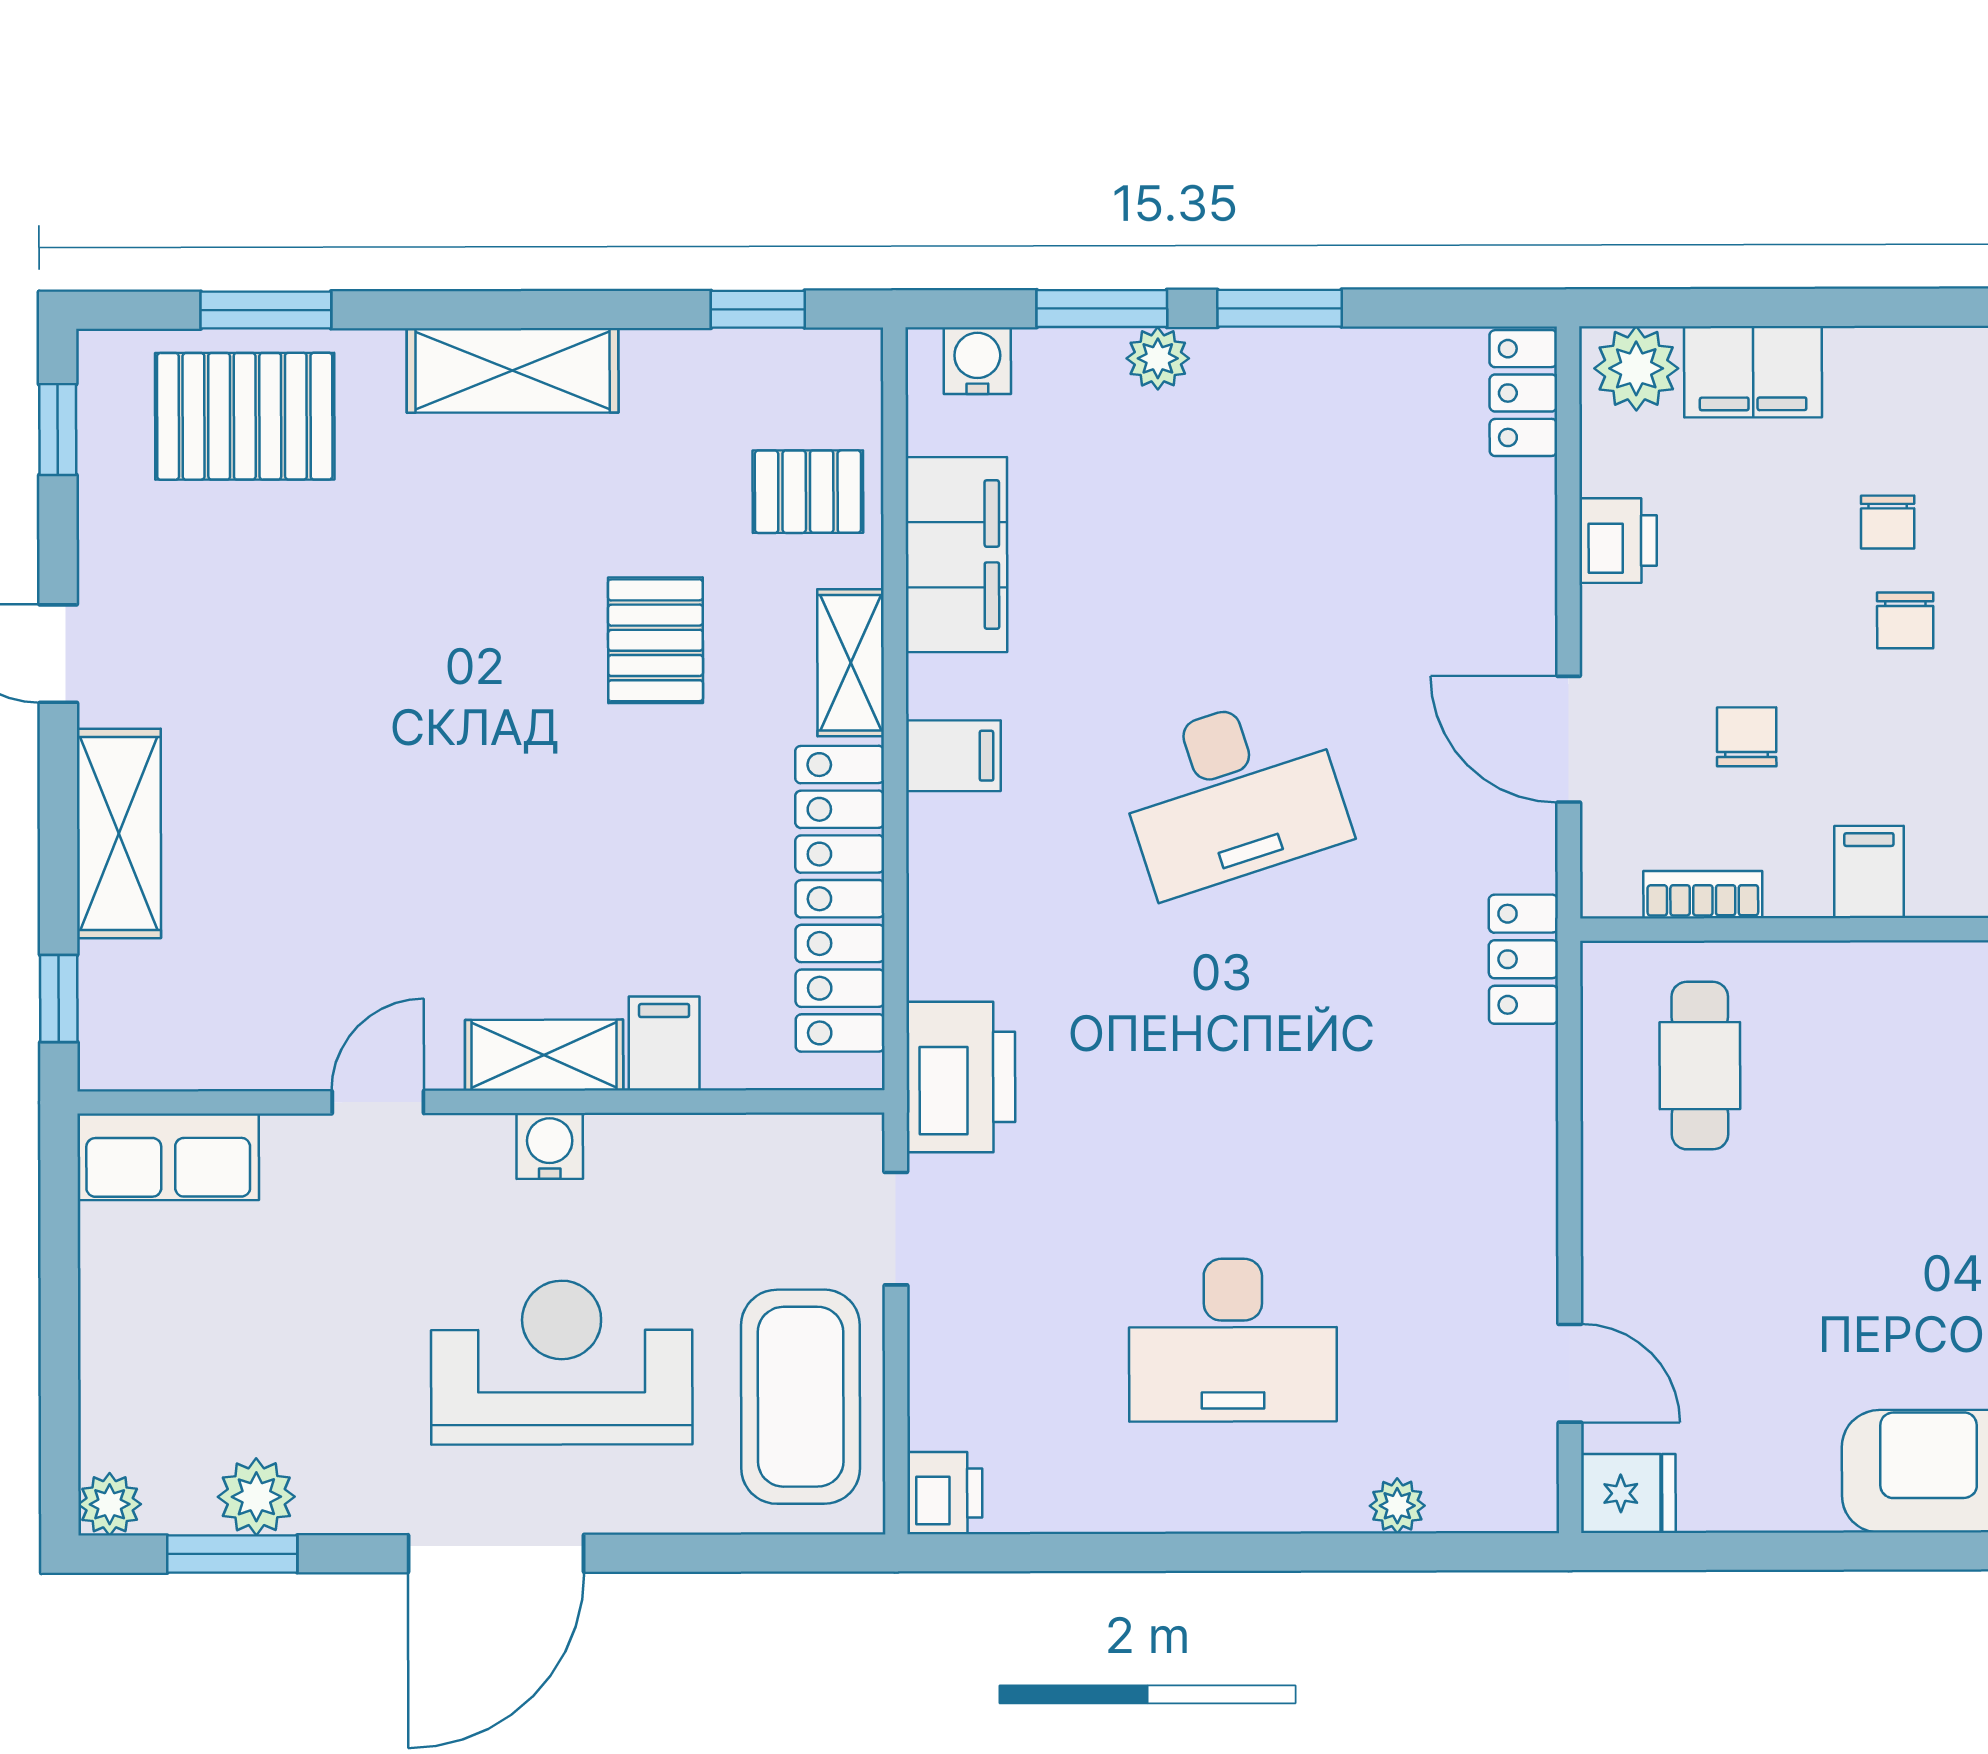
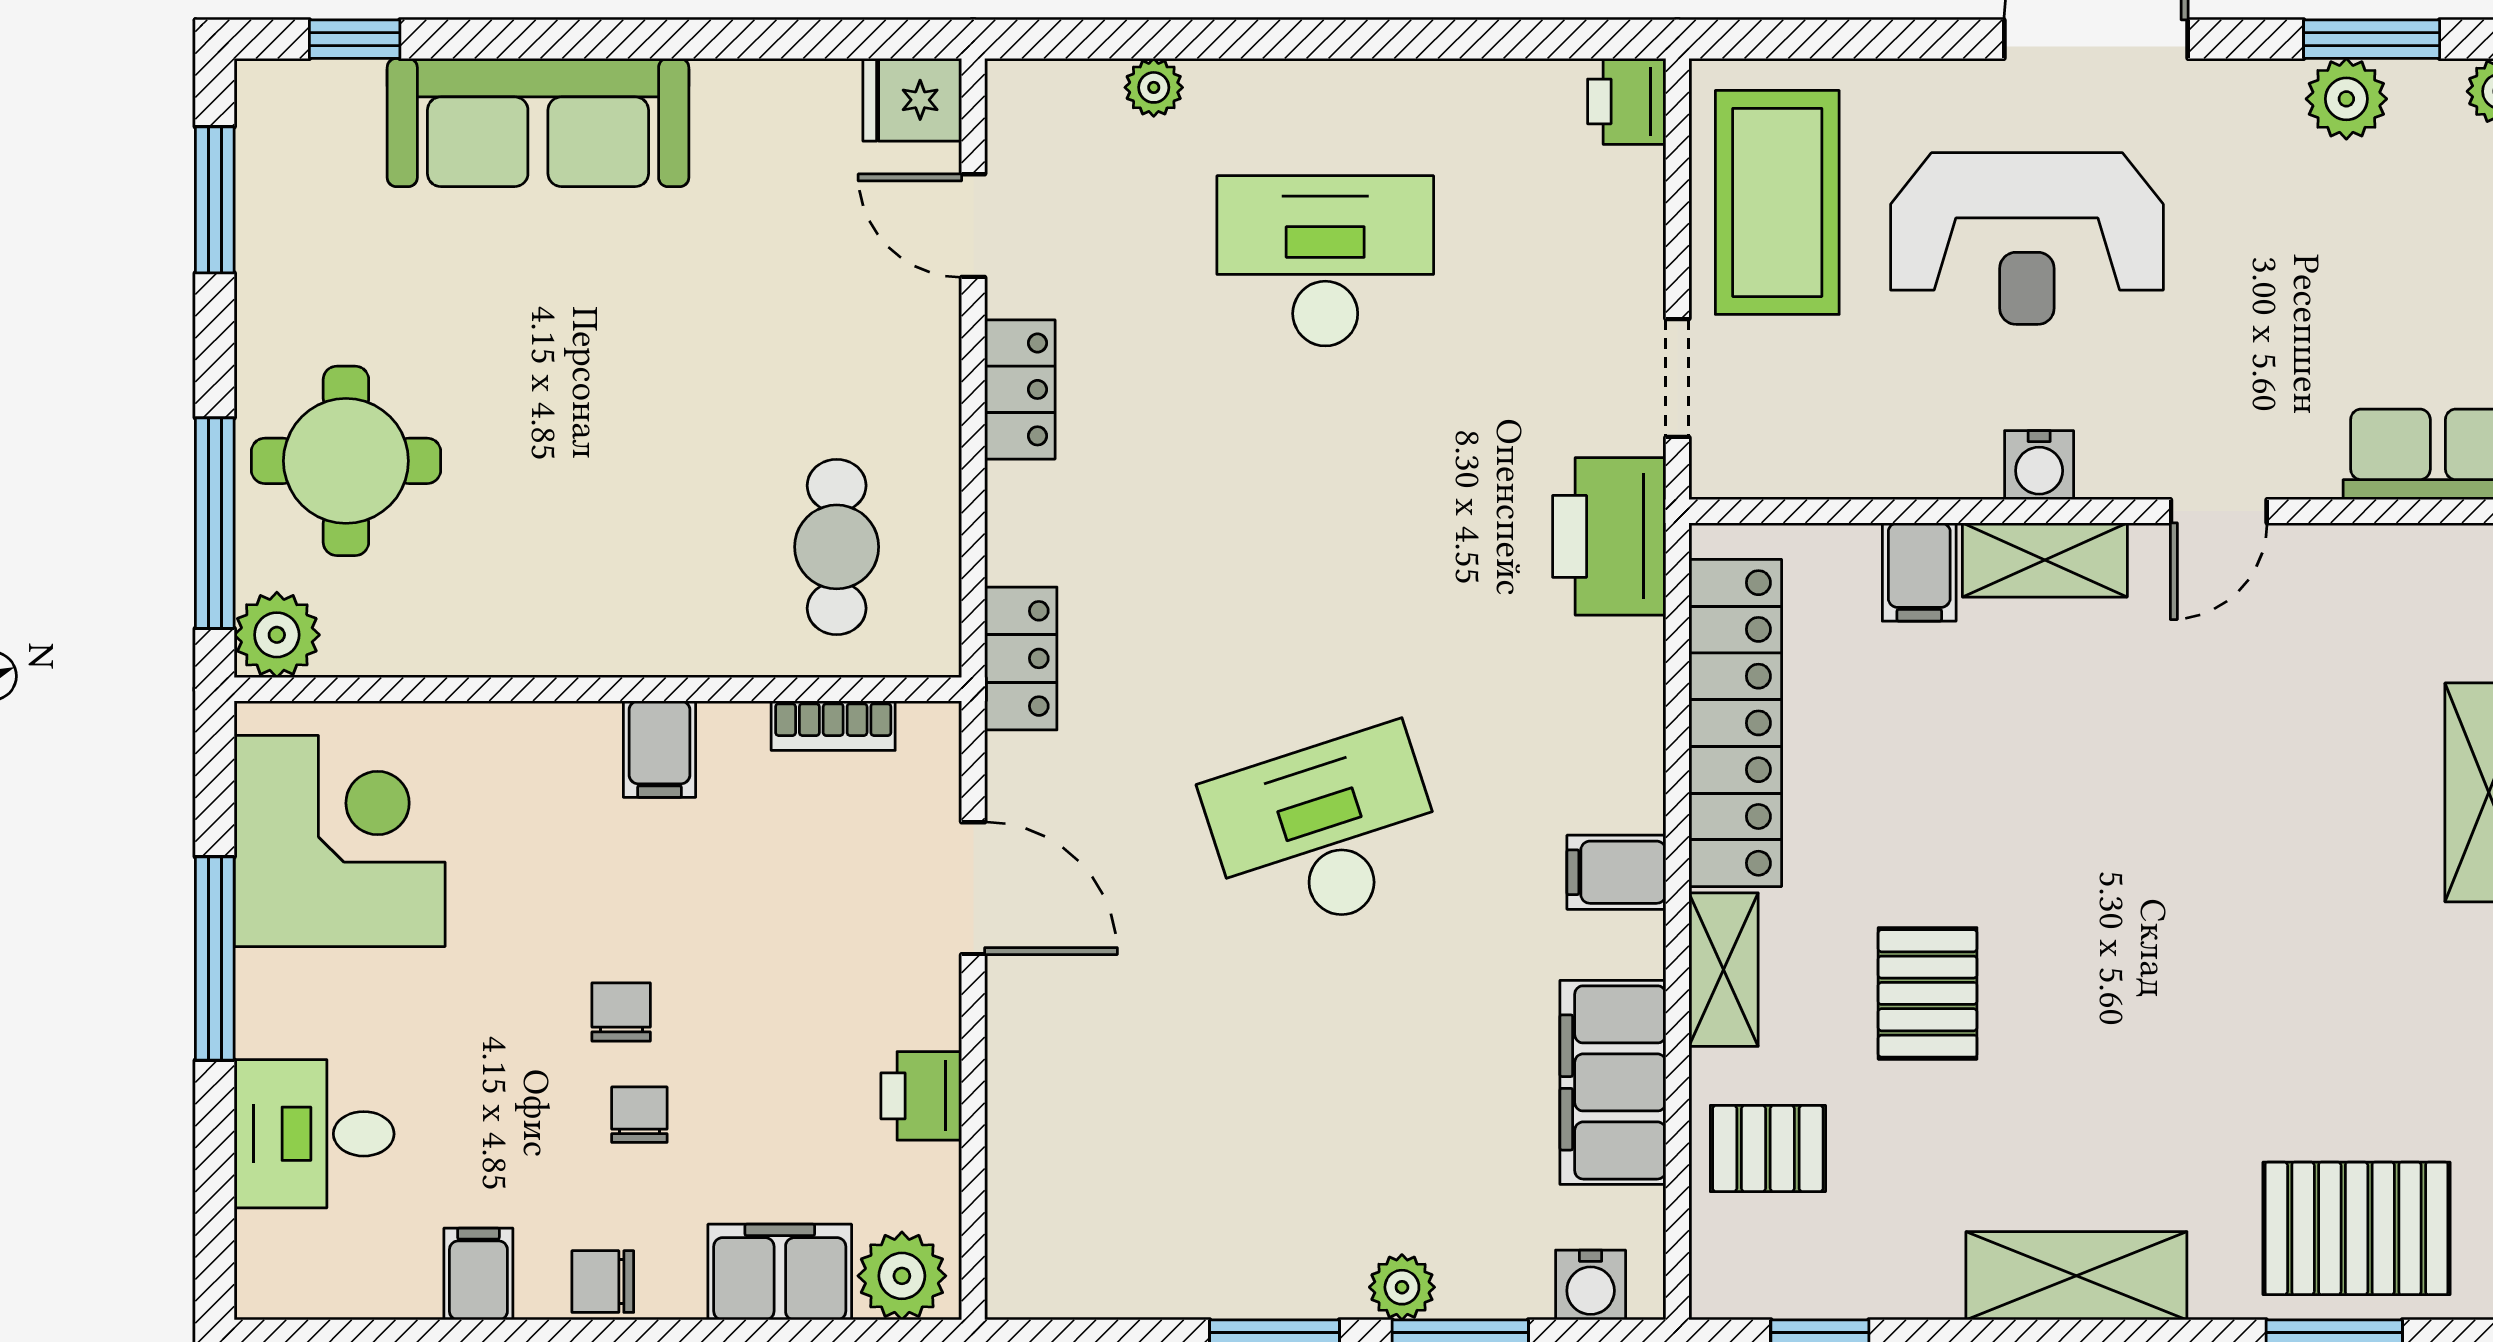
locker: (1523, 393) -> (1020, 389), moved
chair: (1747, 737) -> (603, 1282), moved, turned 90

